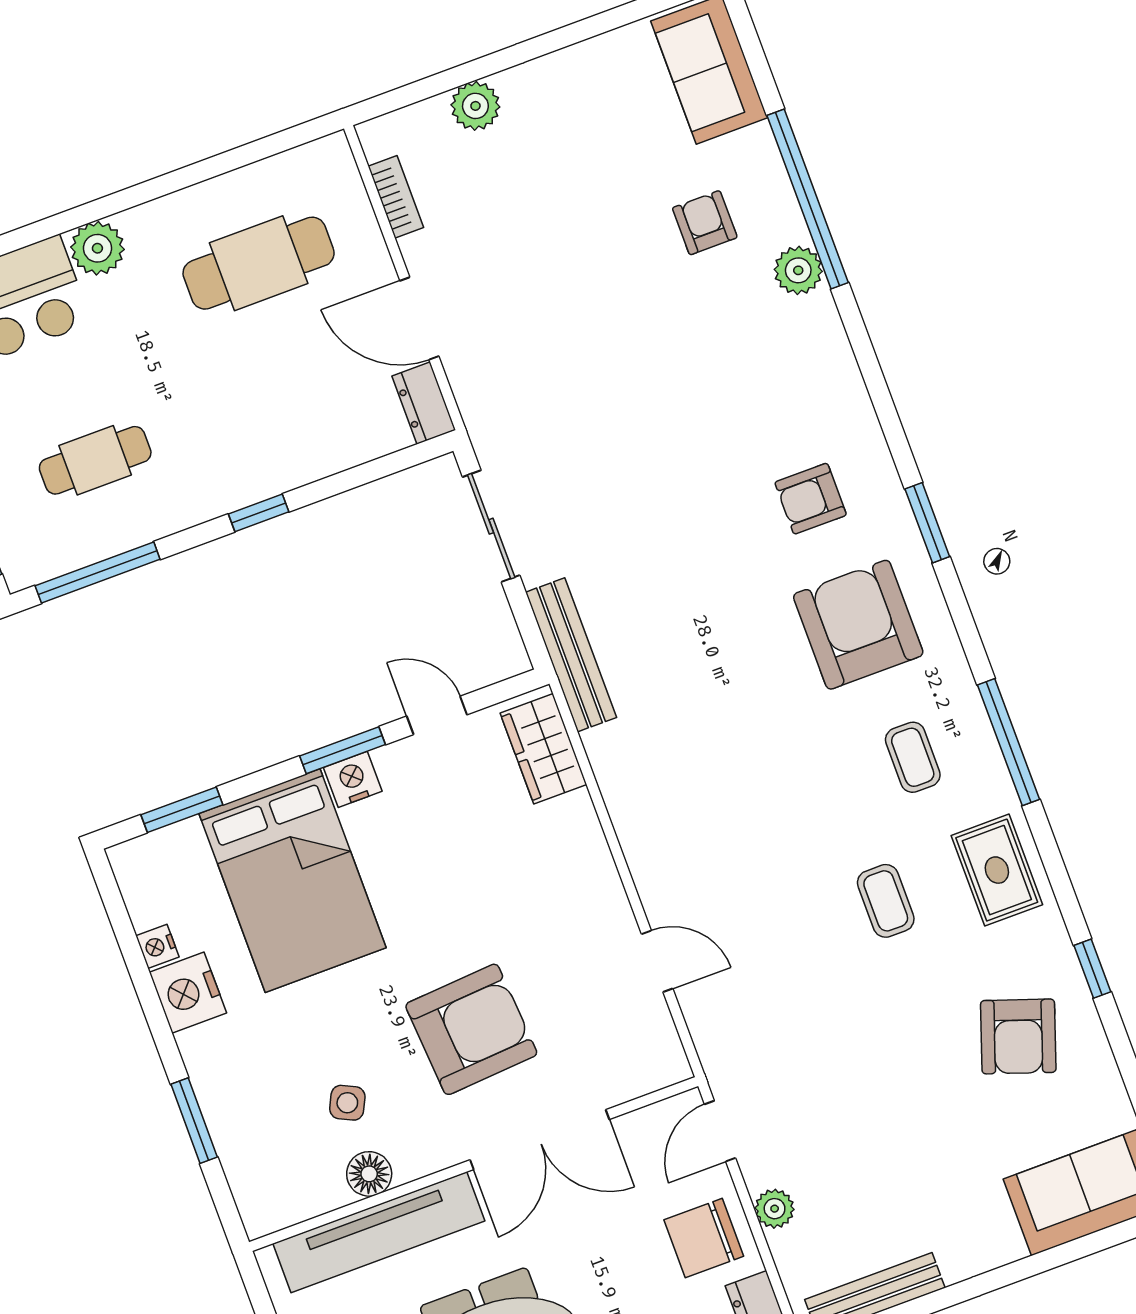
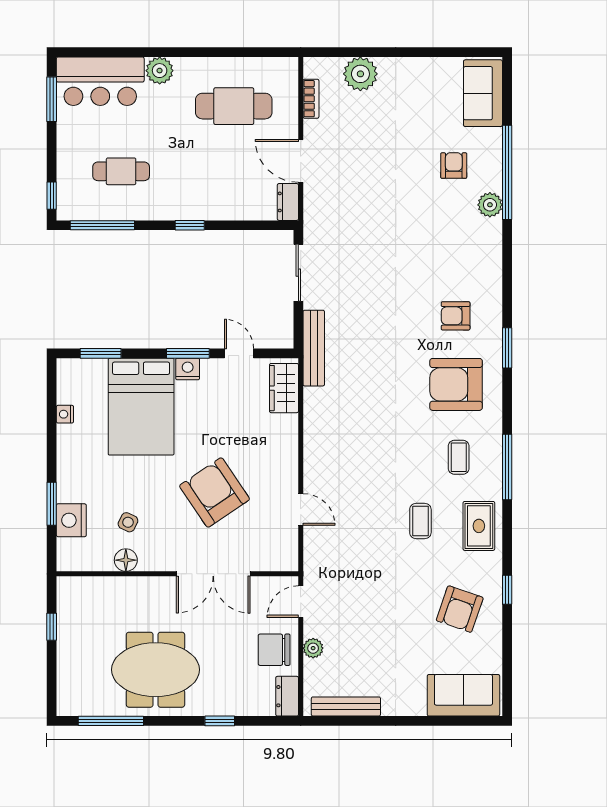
plant: (475, 106) -> (360, 74), width x1.36, depth x1.36
armchair: (858, 625) -> (456, 384), turned -90
nightstand: (188, 993) -> (71, 520), moved
armchair: (471, 1029) -> (215, 492), moved, turned -120
tv unit: (379, 1232) -> (120, 590), removed

